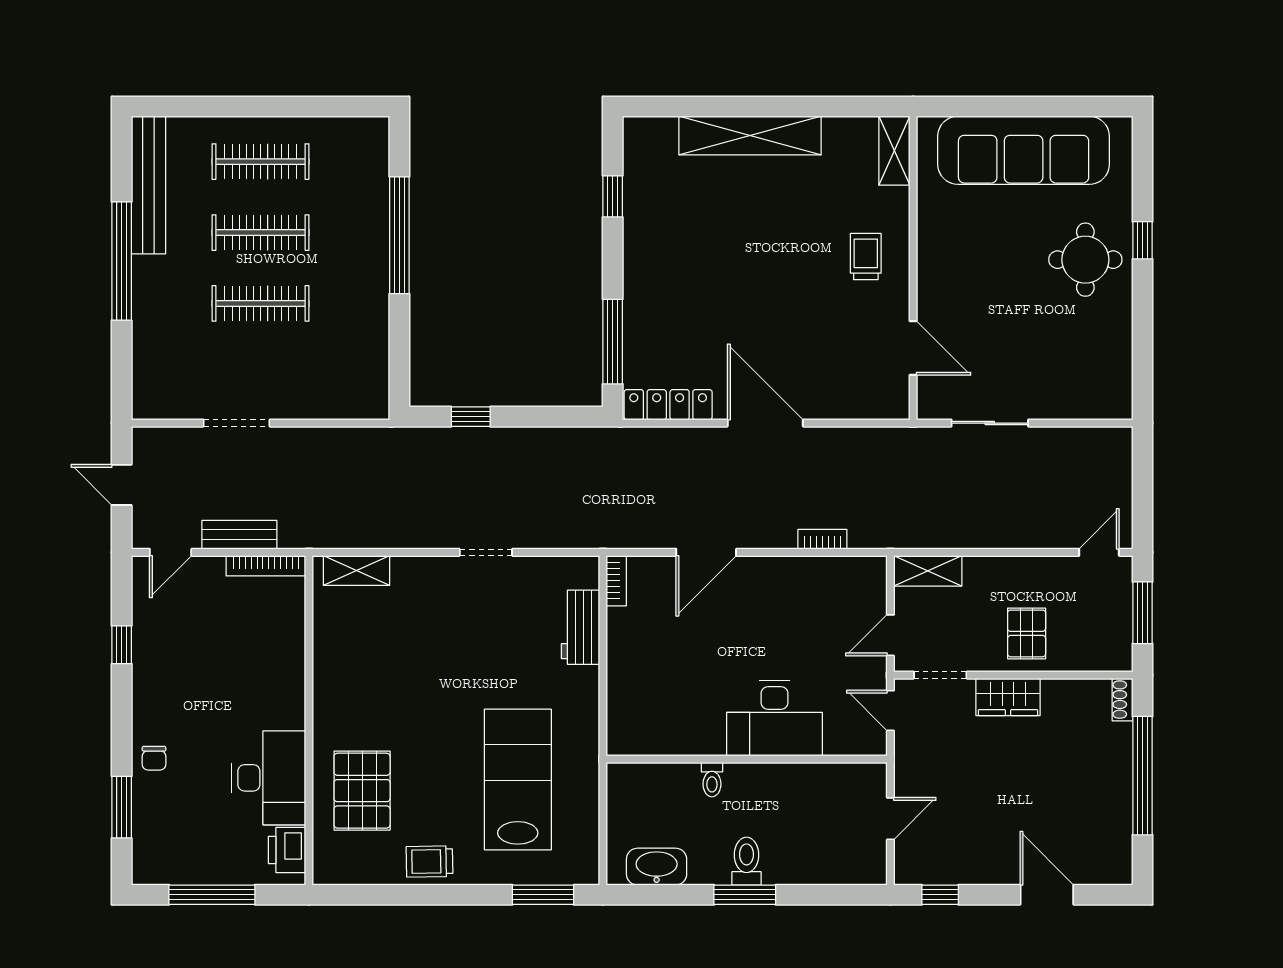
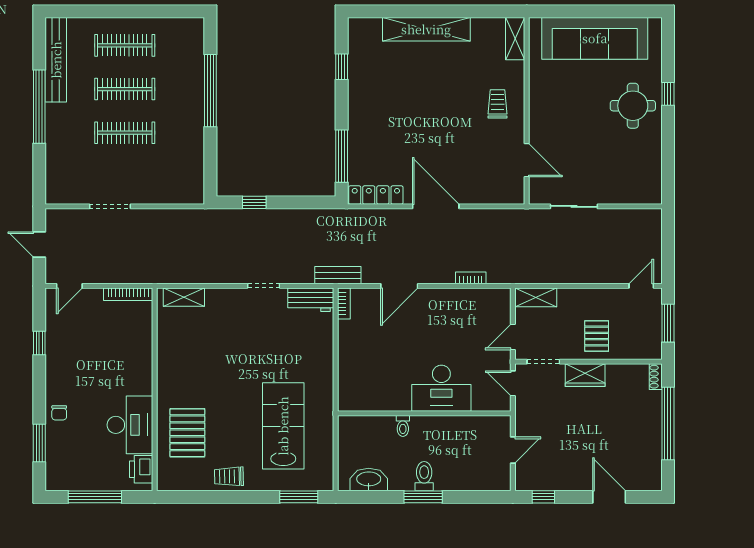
bench: (239, 535) -> (338, 275), moved
workbench: (581, 627) -> (311, 300), moved, turned -90

